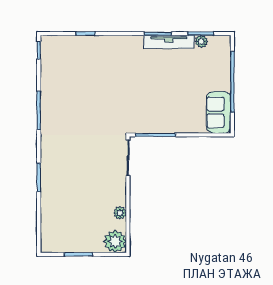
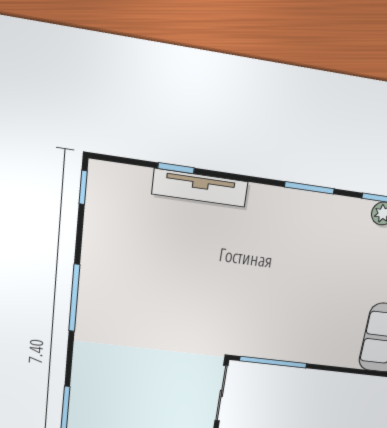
tv unit: (169, 42) -> (200, 188), moved

